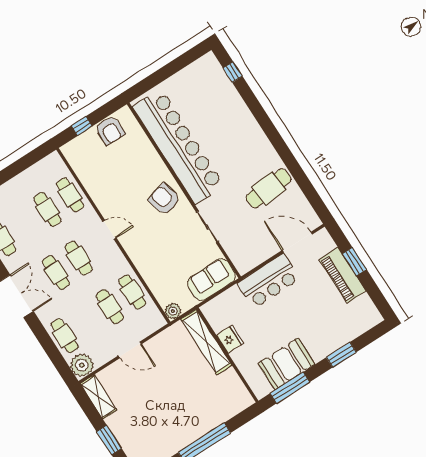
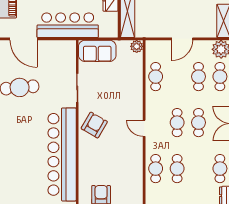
armchair: (164, 199) -> (94, 125), turned -135
bar counter: (269, 281) -> (68, 25), width x1.36
cafe table: (110, 307) -> (199, 77), moved
door: (130, 350) -> (182, 39), swing flipped

